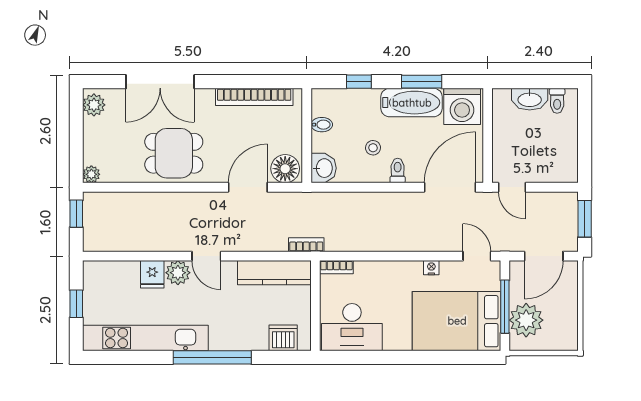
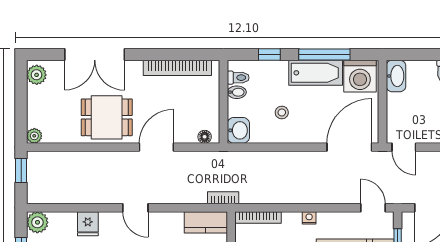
window: (422, 82) -> (324, 54), width x1.44
washbasin: (530, 99) -> (396, 76), moved, turned -90
floor lamp: (285, 169) -> (205, 137), width x0.53, depth x0.53
toilet: (398, 171) -> (238, 78), moved, turned 90
door: (248, 187) -> (156, 147), moved
bookcase: (336, 267) -> (258, 217), width x1.56
nightstand: (431, 268) -> (309, 218), moved
plant: (178, 273) -> (37, 222), moved
kitchen counter: (274, 273) -> (206, 222), width x0.67

